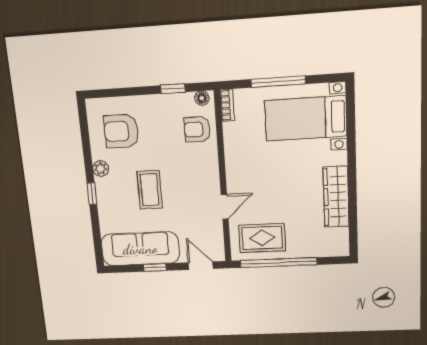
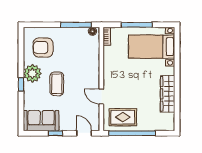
window: (173, 89) -> (76, 25), width x2.17
armchair: (197, 129) -> (88, 49), removed
plant: (101, 169) -> (32, 73), width x1.88, depth x1.88
door: (225, 207) -> (101, 97), swing flipped
sofa: (140, 249) -> (41, 121), width x0.73

